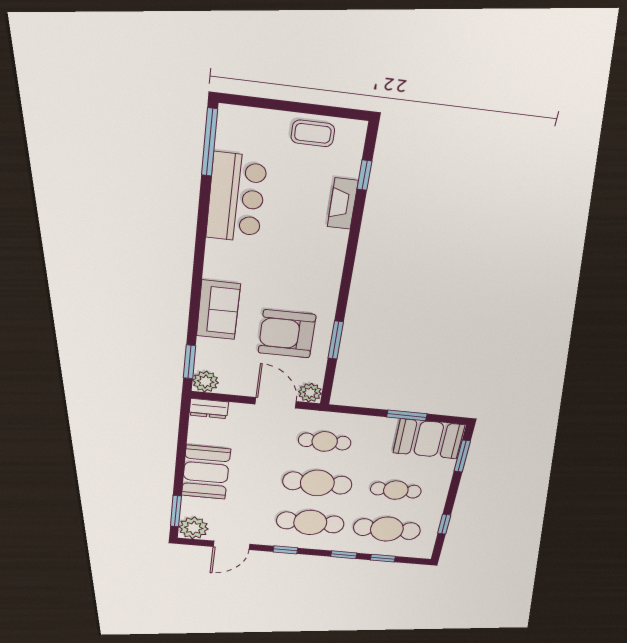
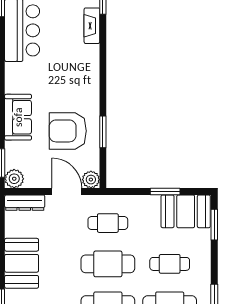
dresser: (209, 409) -> (25, 203), width x1.44

